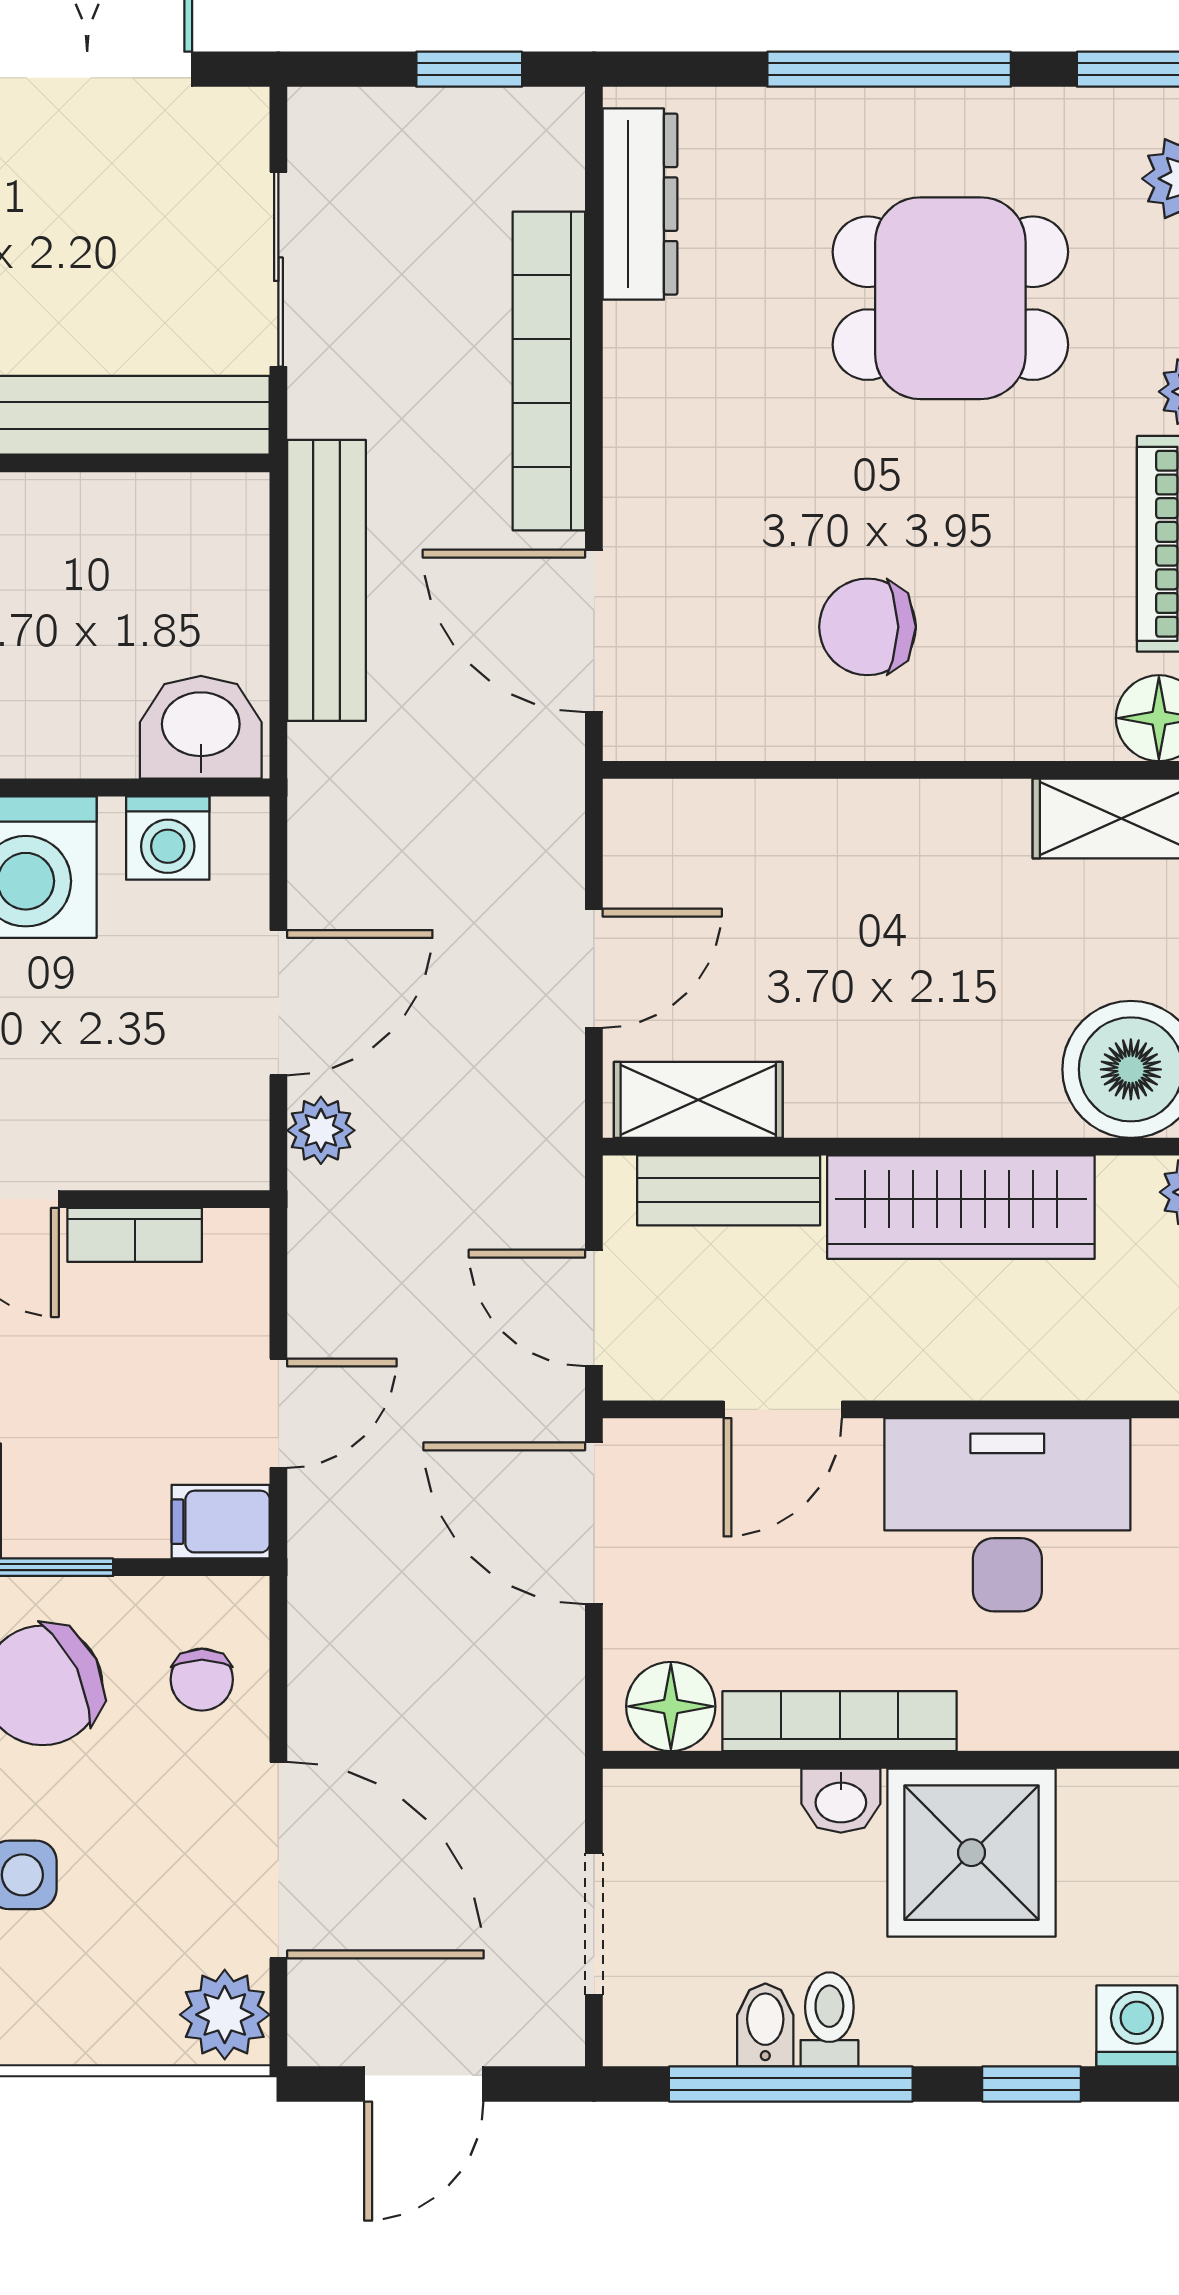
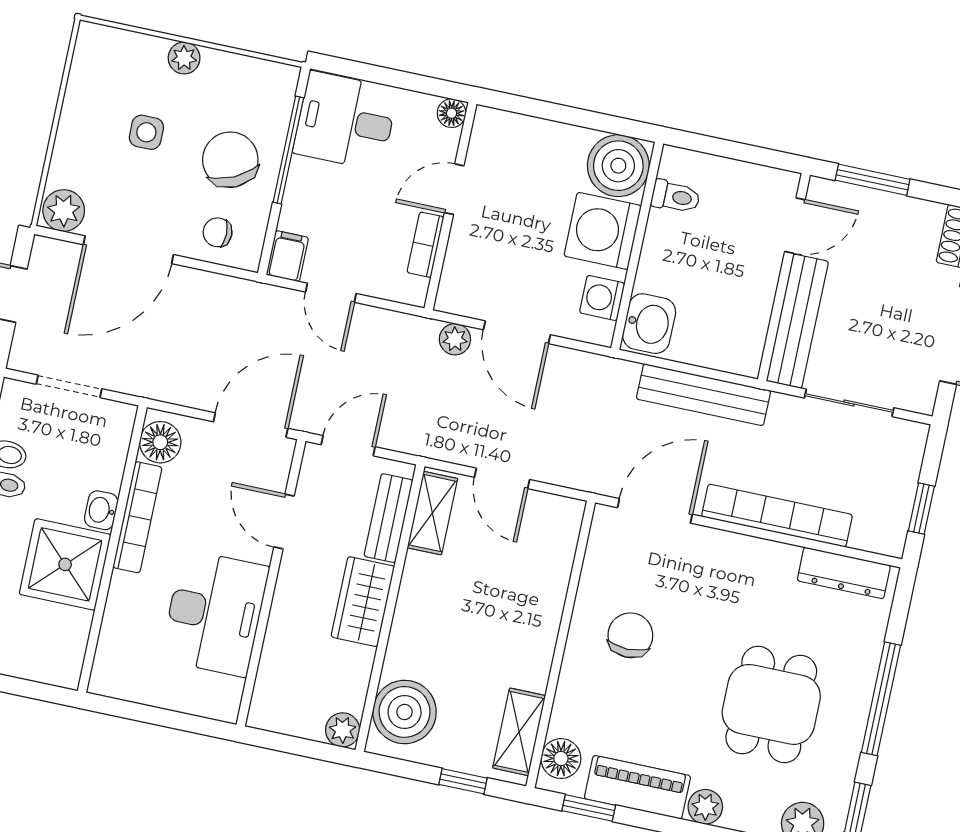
wardrobe: (961, 1207) -> (363, 602), width x0.67

